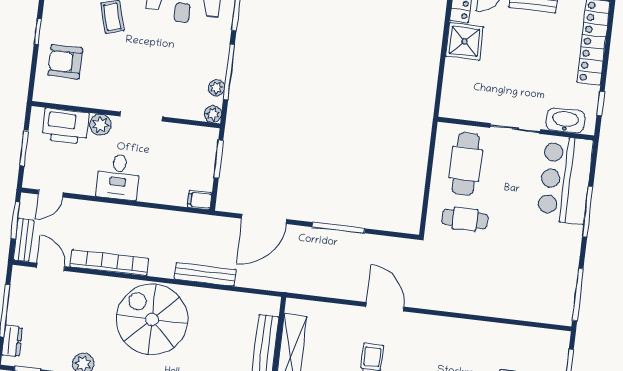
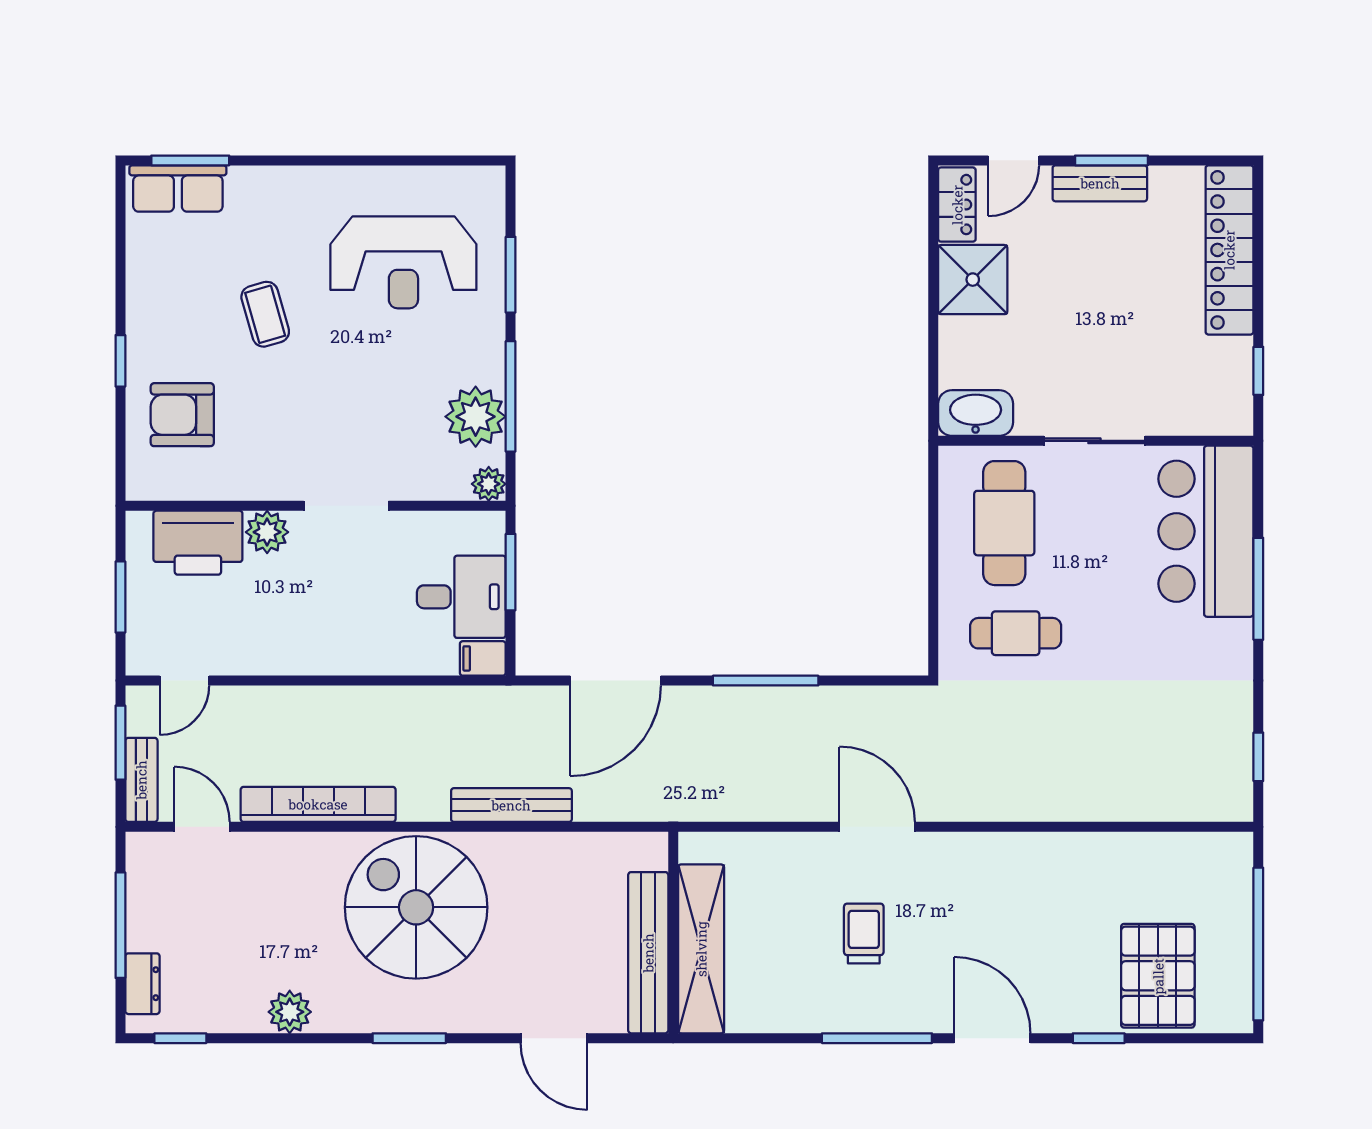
plant: (216, 88) -> (476, 417), width x1.88, depth x1.88
washbasin: (565, 120) -> (976, 413), moved
desk: (118, 177) -> (461, 597), moved, turned -90
window: (578, 295) -> (1258, 757), width x0.46

